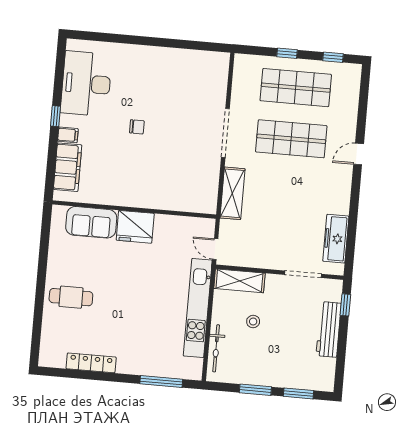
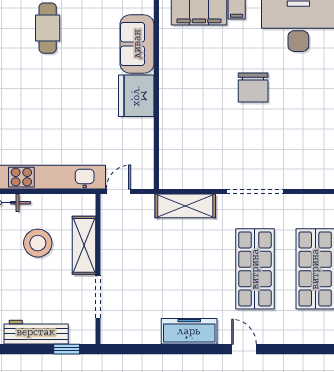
chair: (137, 127) -> (253, 88), width x1.87, depth x1.87
freezer: (336, 239) -> (189, 331), moved
shelving: (239, 281) -> (84, 245), moved
stool: (253, 321) -> (38, 243), width x1.89, depth x1.89

